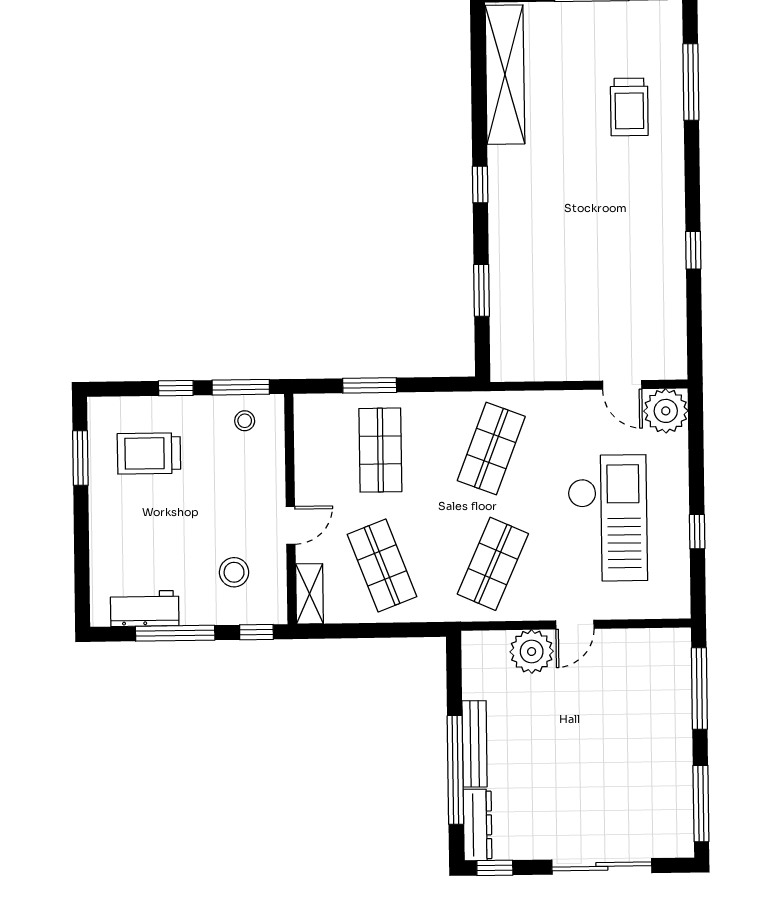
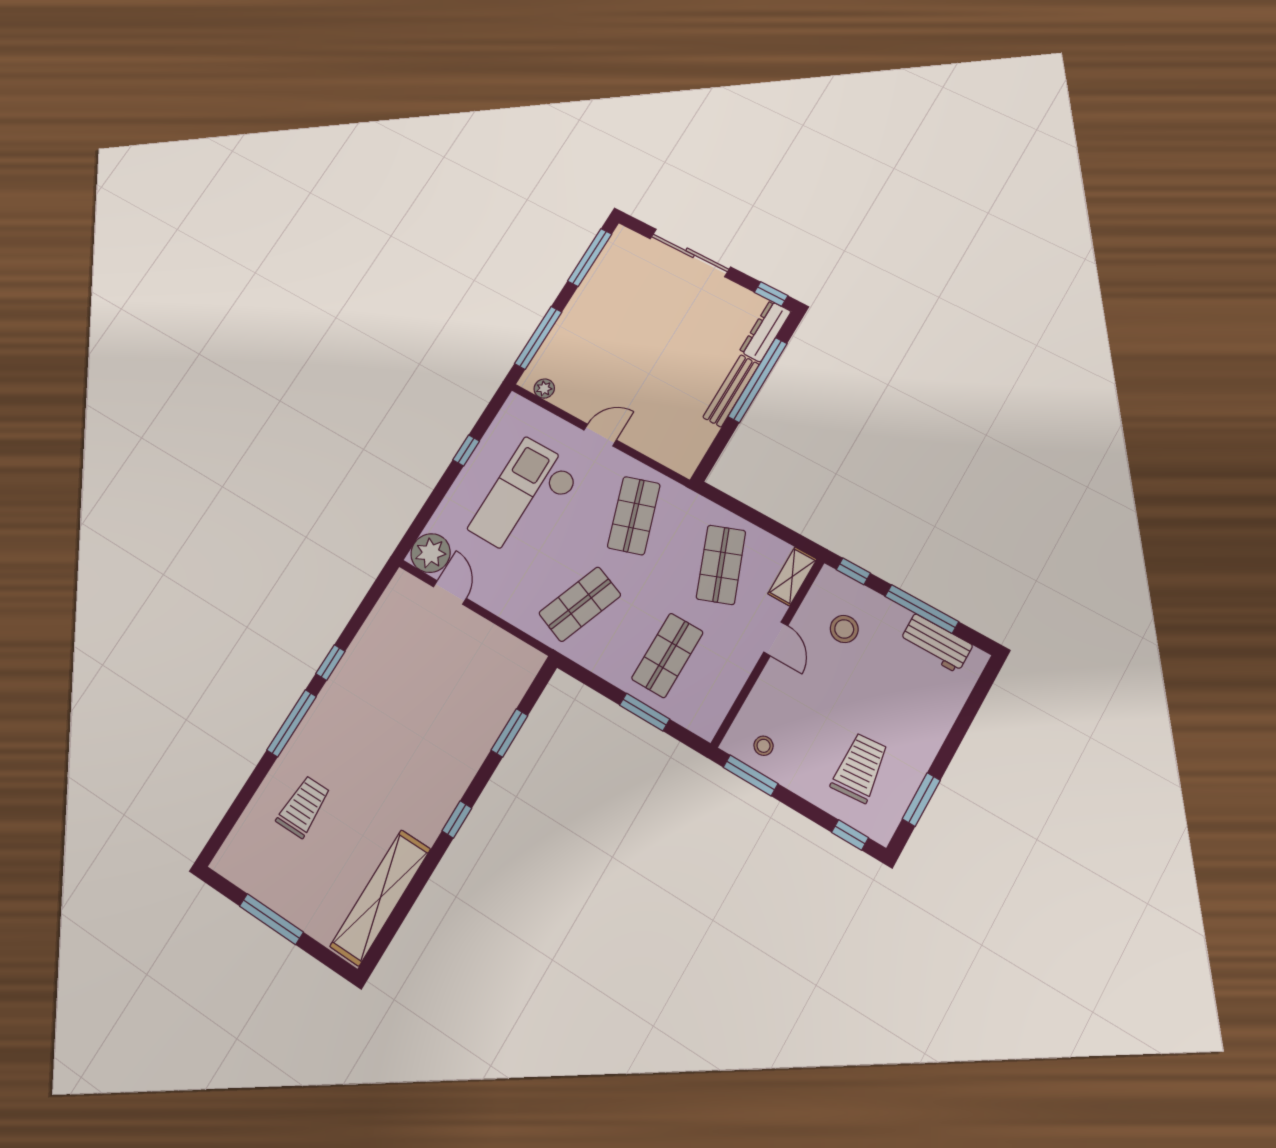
window: (691, 82) -> (292, 723), moved
window: (176, 388) -> (850, 835), moved
trolley: (149, 453) -> (860, 768), turned -95
door: (291, 525) -> (776, 639), swing flipped
shop shelf: (493, 564) -> (634, 516), turned -42
plant: (532, 652) -> (544, 389), moved, width x0.53, depth x0.53

